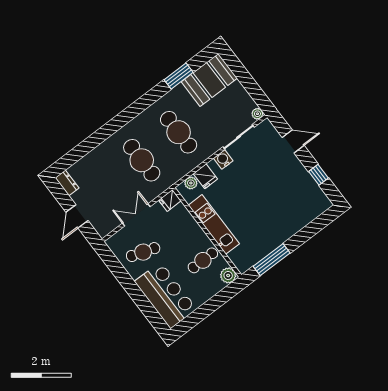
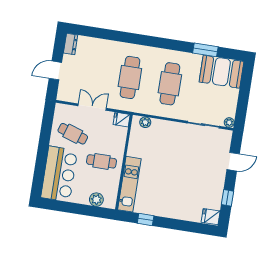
door: (293, 141) -> (233, 162), hinge flipped
water cooler: (223, 159) -> (180, 129), removed
fridge: (205, 176) -> (211, 217), moved, turned 90
kitchen unit: (214, 224) -> (129, 184), moved
cafe table: (203, 260) -> (101, 161), moved
window: (272, 260) -> (146, 220), width x0.46
plant: (228, 275) -> (96, 200), moved

